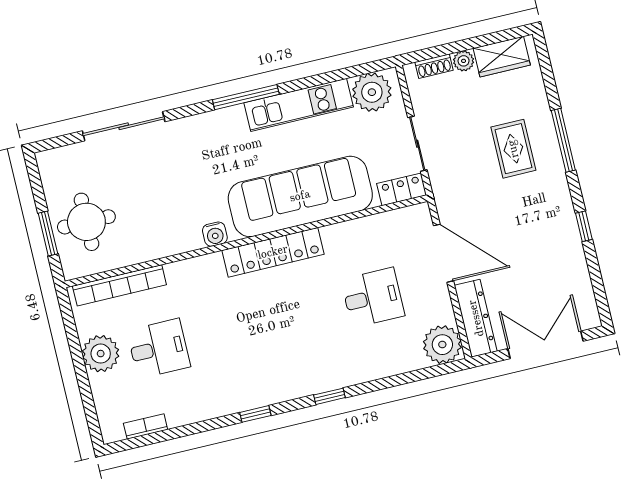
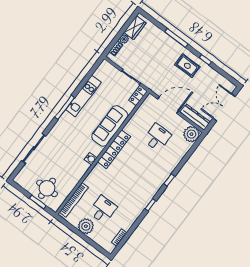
plant: (372, 92) -> (103, 73), removed
rug: (513, 149) -> (187, 66), moved
sofa: (300, 196) -> (110, 126), width x0.74, depth x0.79

